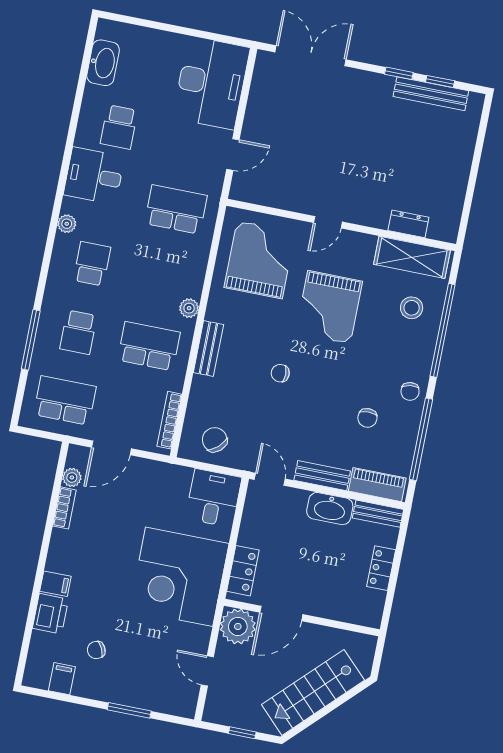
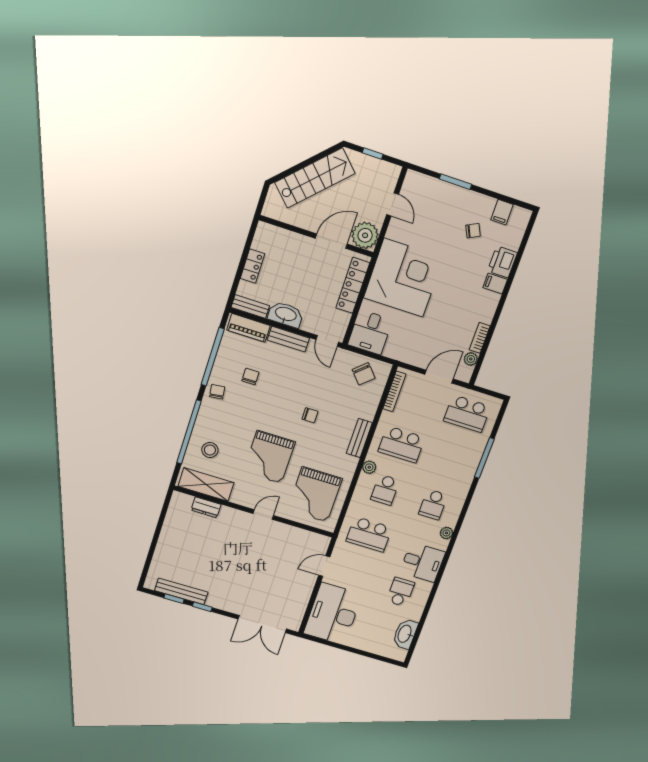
grand piano: (329, 307) -> (269, 457), turned 180
school desk: (78, 332) -> (385, 490), moved, turned 180
locker: (243, 571) -> (353, 285), width x1.53

